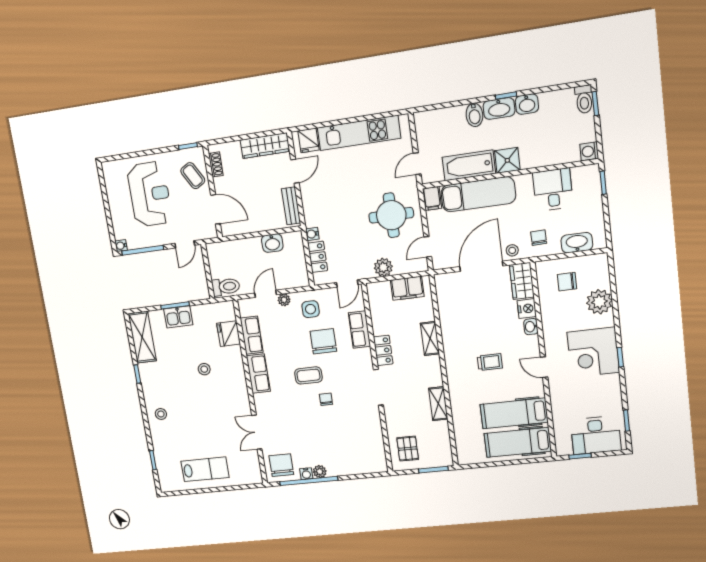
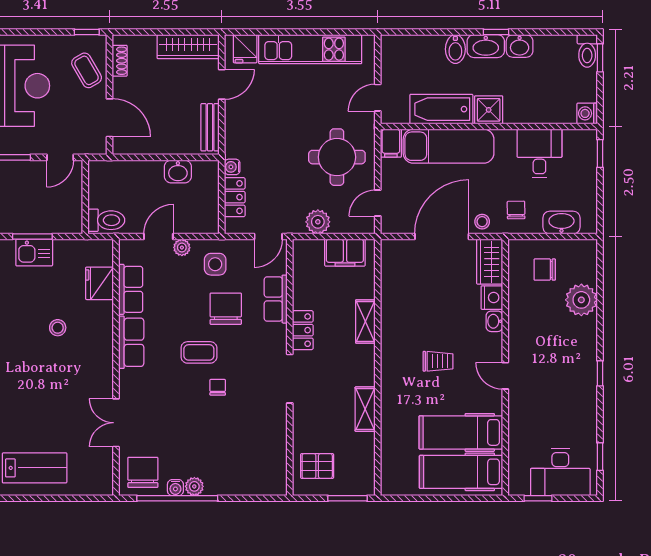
corner desk: (593, 352) -> (568, 363), removed
pallet: (408, 449) -> (317, 466), turned 90

